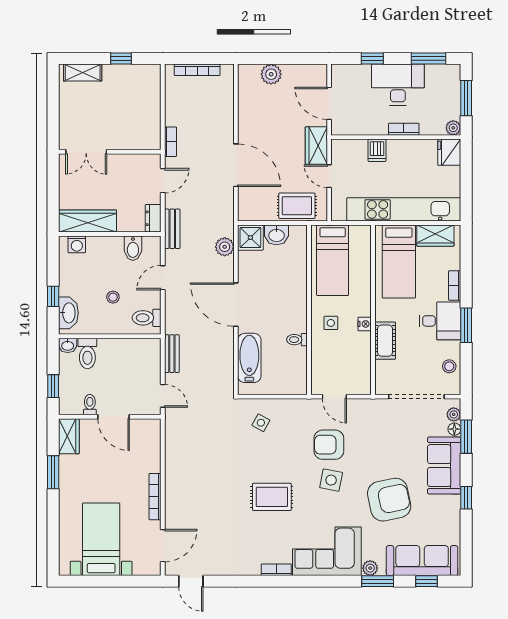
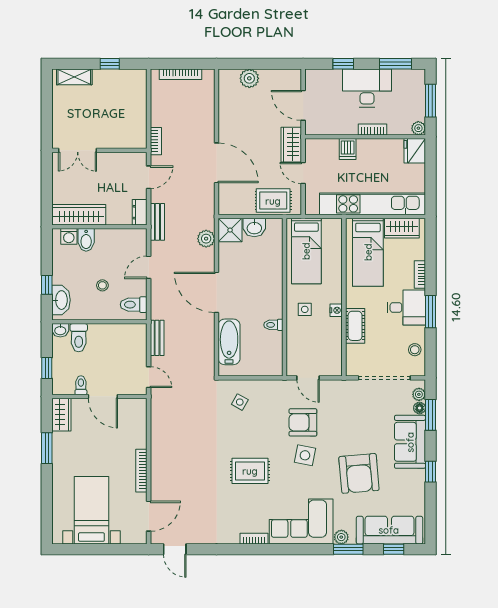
bidet: (133, 248) -> (86, 240), moved
armchair: (389, 500) -> (359, 473), turned 97

